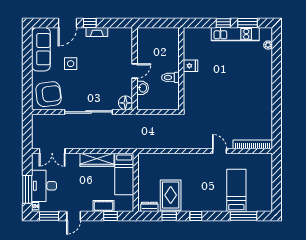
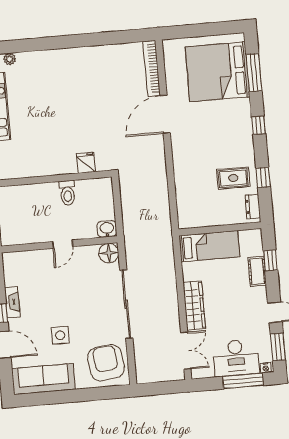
fridge: (190, 66) -> (86, 163), moved
door: (135, 71) -> (63, 244), swing flipped
washbasin: (143, 88) -> (107, 229), moved
door: (220, 151) -> (165, 114), width x1.87
wardrobe: (97, 160) -> (194, 305), moved
bed: (236, 190) -> (218, 72), width x2.04
rug: (171, 195) -> (233, 178), width x0.73, depth x0.70
window: (196, 216) -> (259, 125), moved

